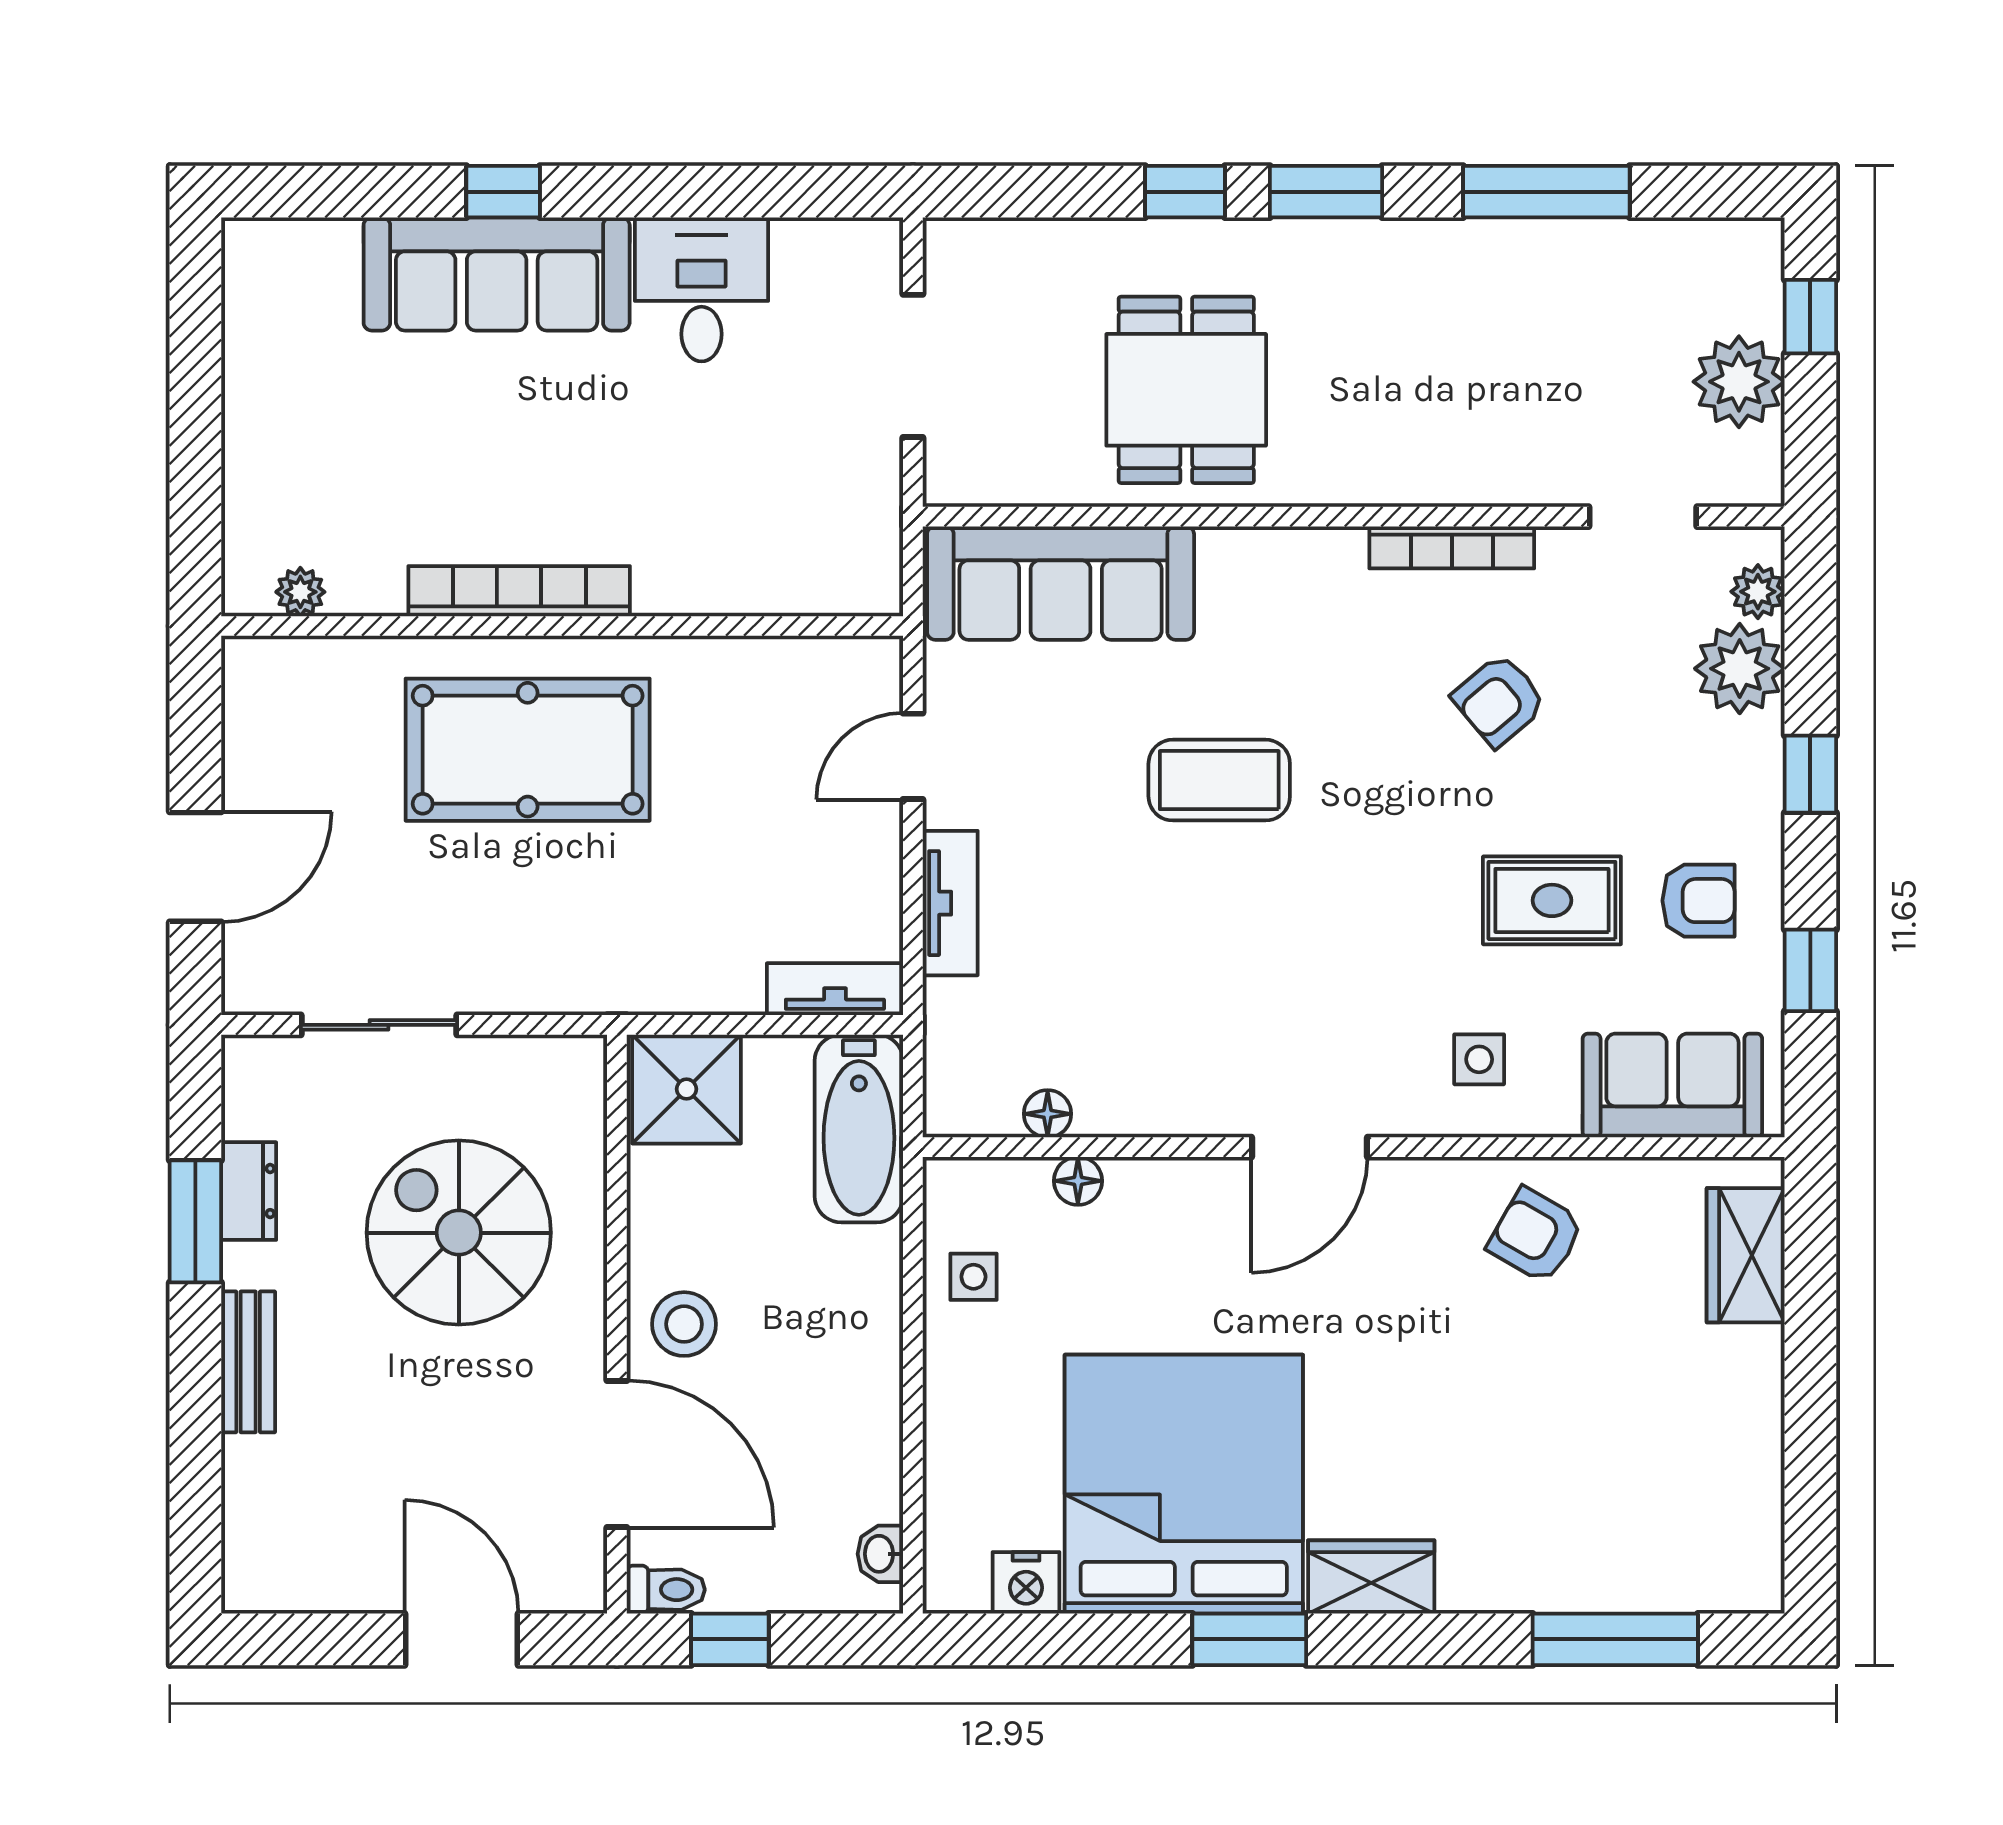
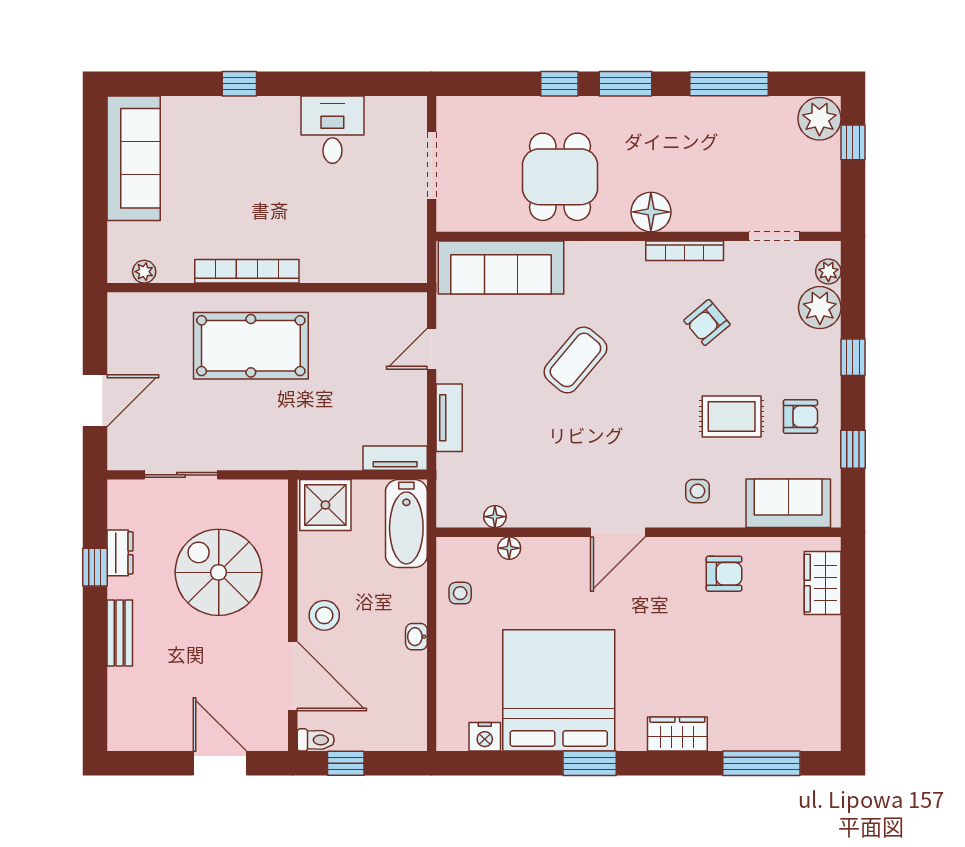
sofa: (497, 274) -> (134, 158), moved, turned -90
plant: (1739, 382) -> (819, 119), moved
floor lamp: (1380, 465) -> (651, 212), added
coffee table: (1219, 780) -> (575, 360), turned -50
window: (195, 1221) -> (95, 567), width x0.67
armchair: (1536, 1236) -> (724, 574), turned 150
washbasin: (880, 1554) -> (416, 637), moved
wardrobe: (1371, 1577) -> (677, 734), moved

